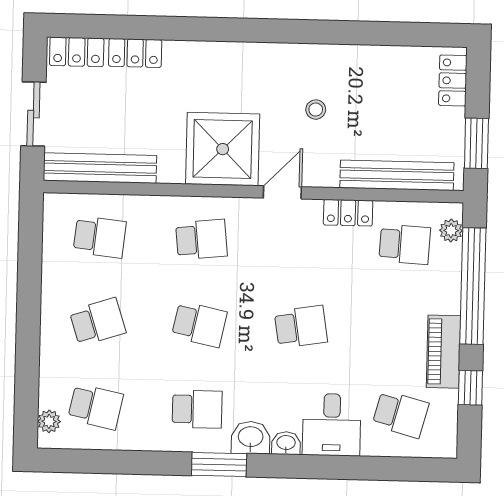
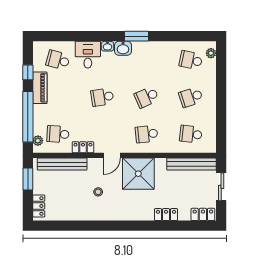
locker: (135, 53) -> (166, 215), moved
school desk: (199, 324) -> (147, 97), turned -36
school desk: (197, 409) -> (147, 60), removed

